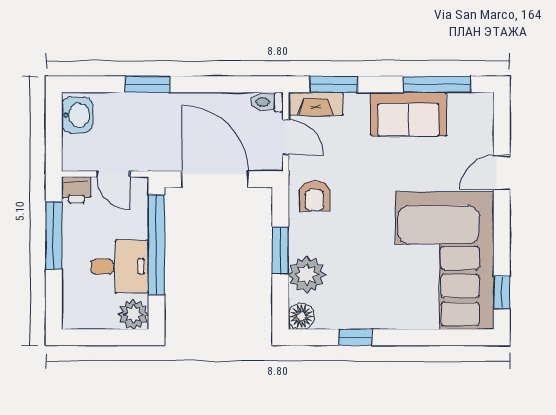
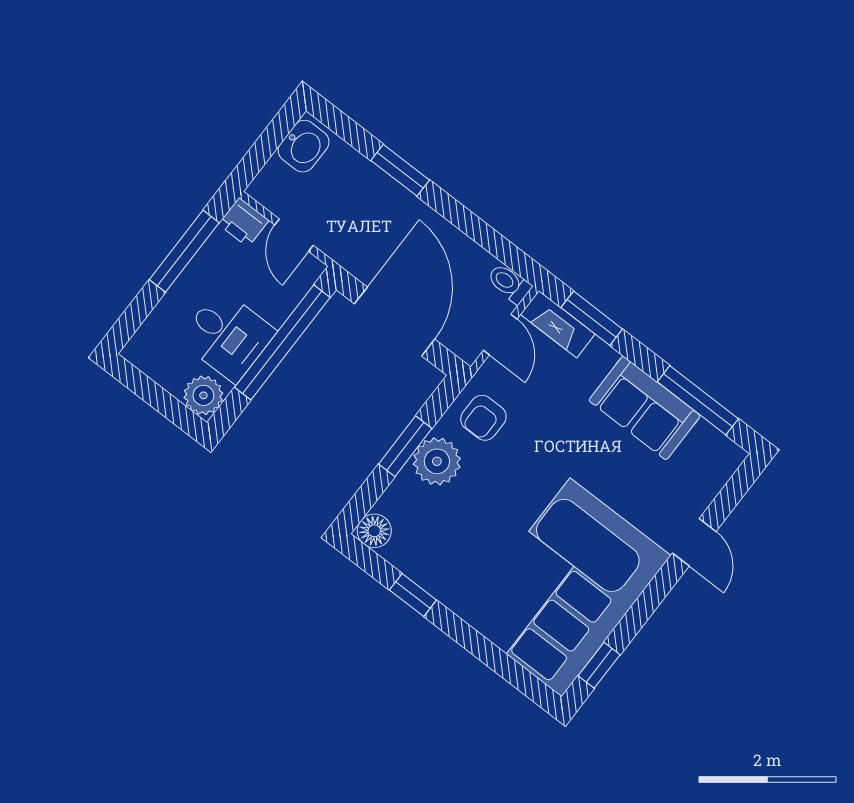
door: (502, 173) -> (694, 542), swing flipped
plant: (307, 275) -> (437, 461), moved

